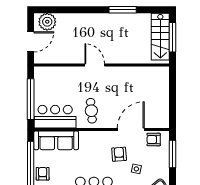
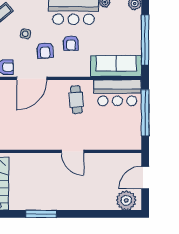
armchair: (43, 174) -> (71, 43), moved

